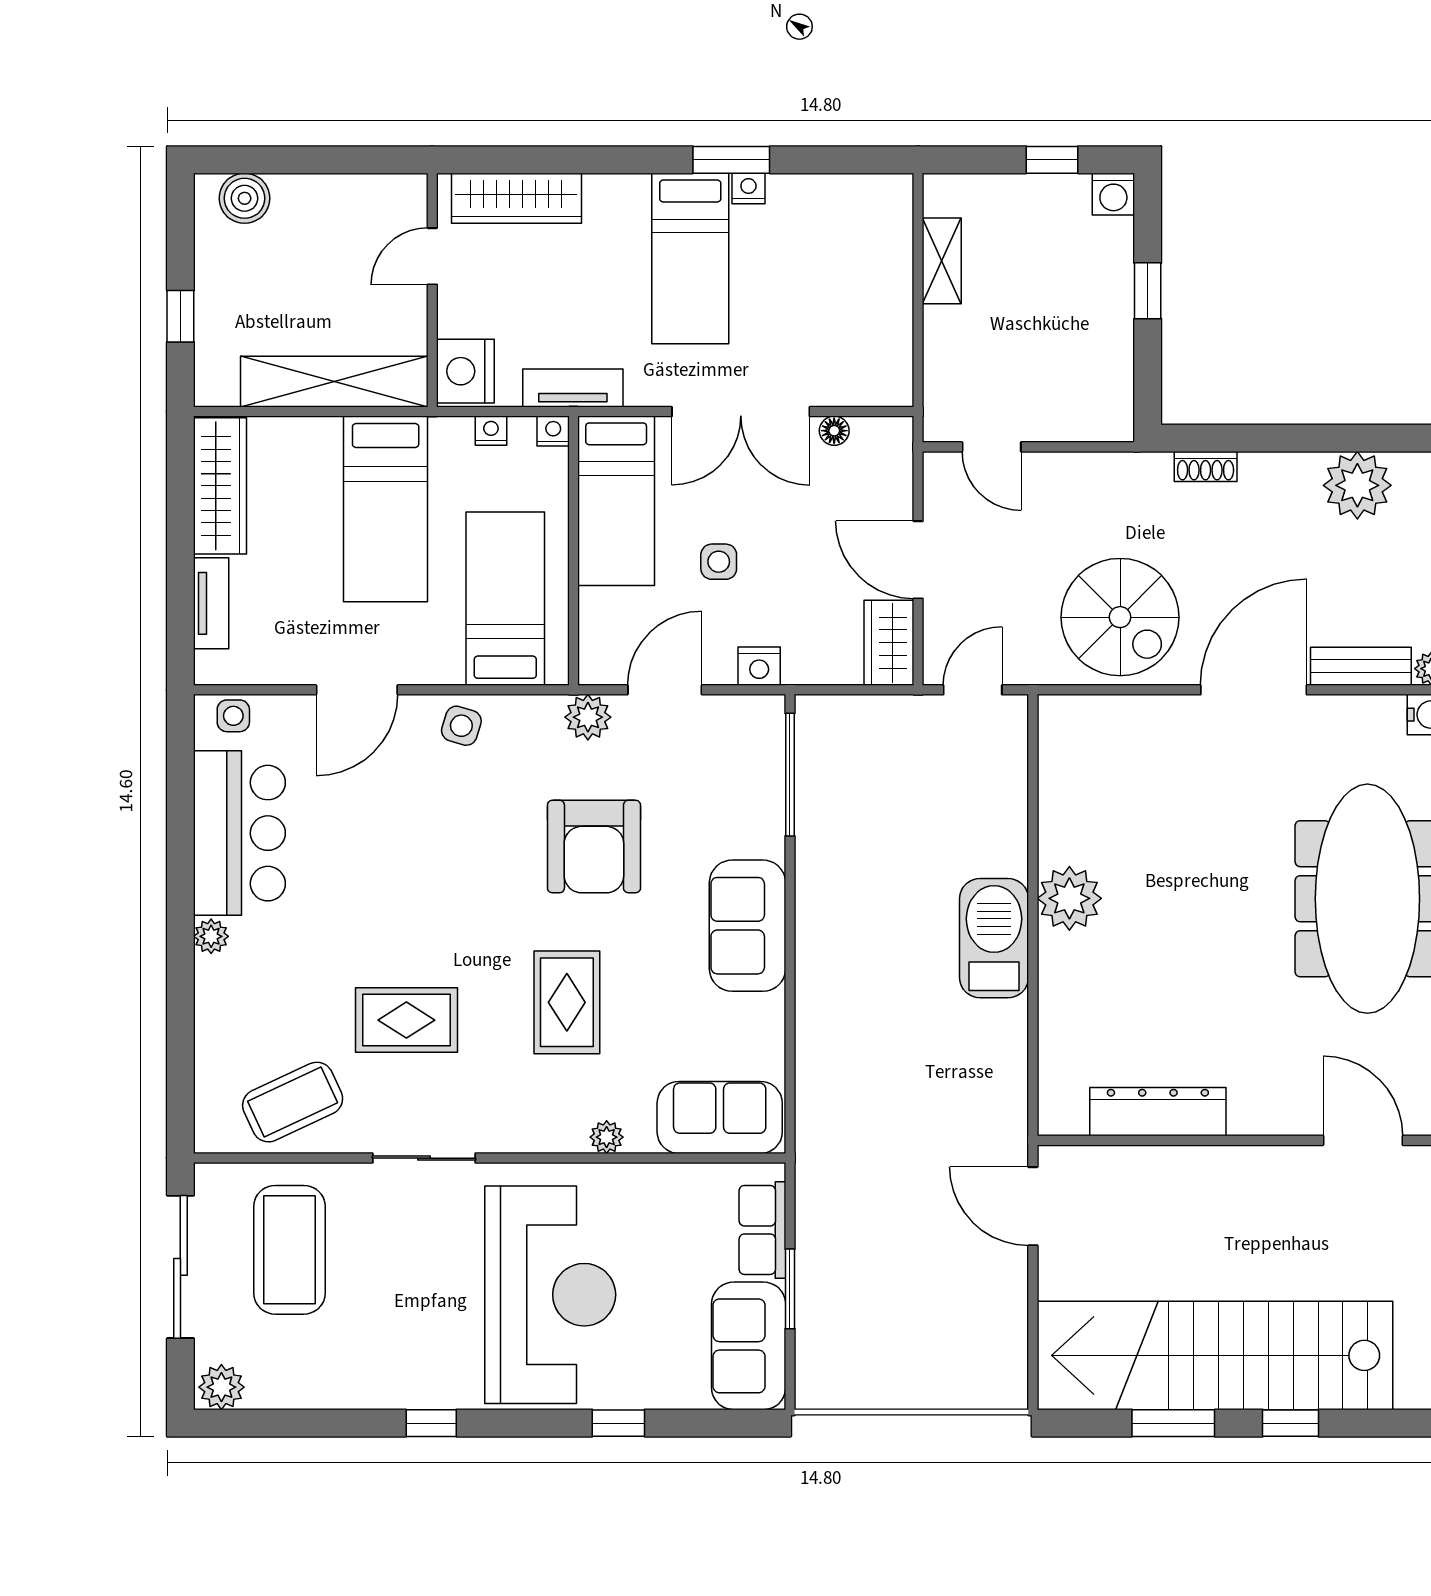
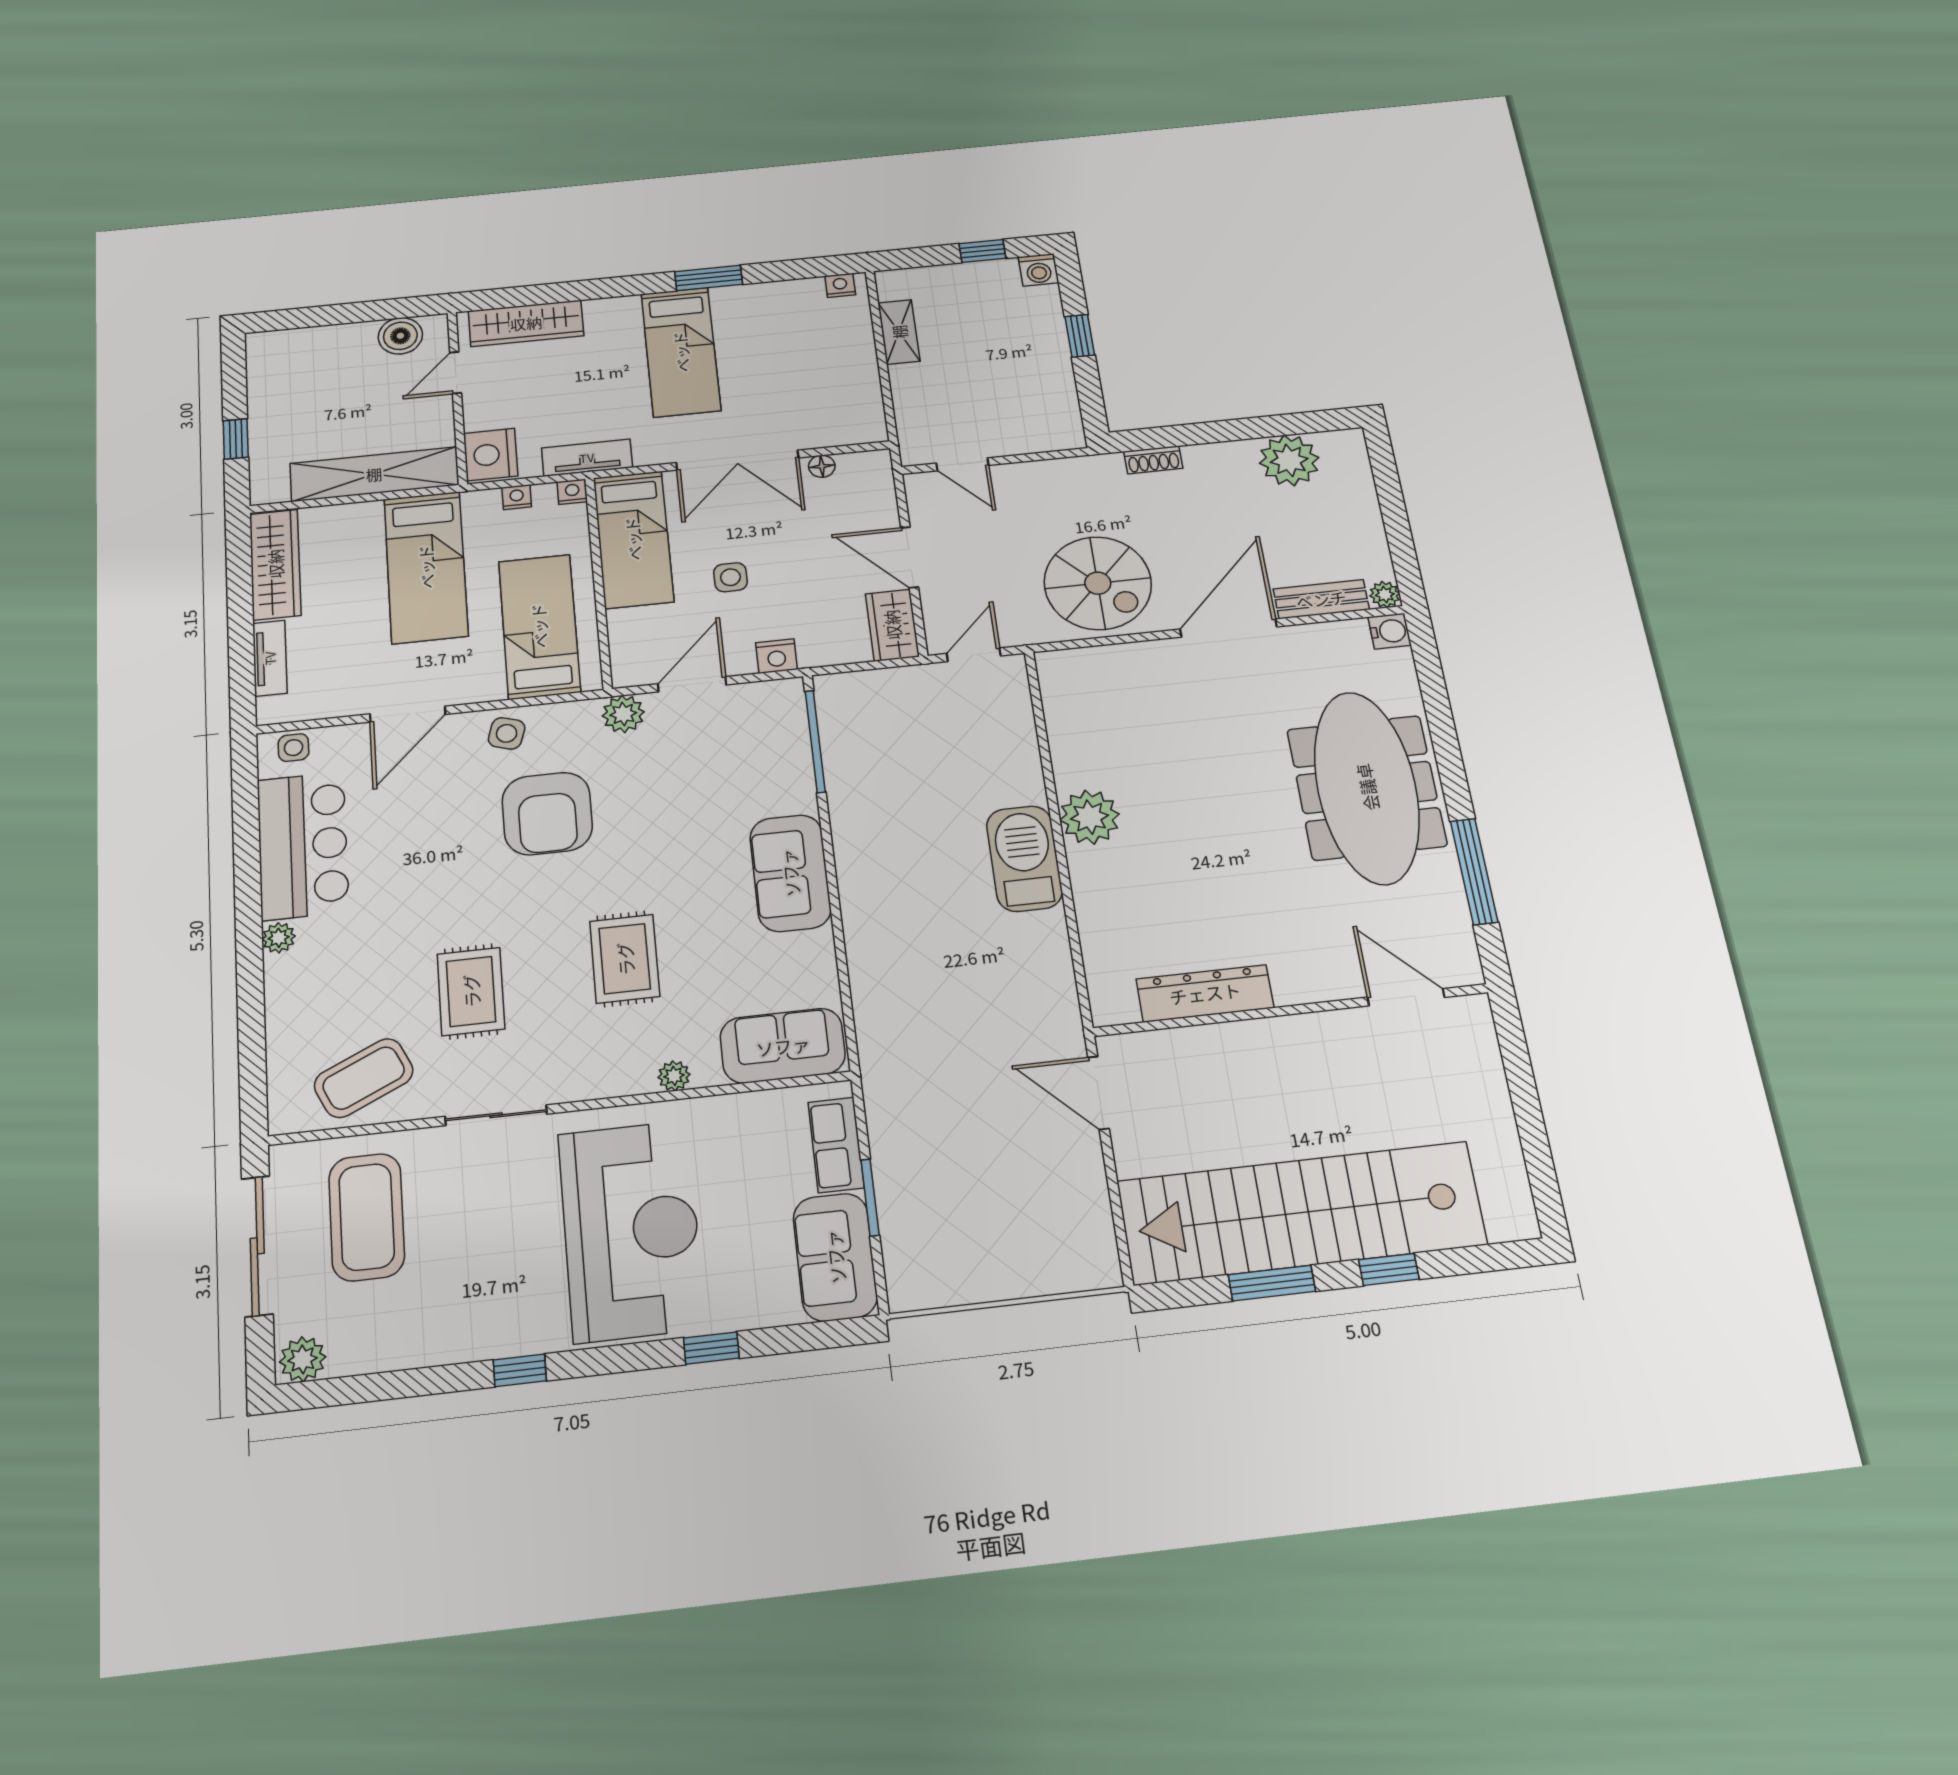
nightstand: (748, 188) -> (840, 285), moved
boiler: (245, 198) -> (400, 336), moved
armchair: (594, 847) -> (547, 814), moved
rug: (406, 1020) -> (471, 991), turned 90

